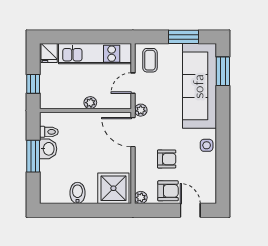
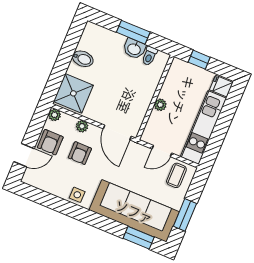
coffee table: (150, 60) -> (176, 175), turned 90
door: (133, 83) -> (162, 151), swing flipped
plant: (141, 110) -> (82, 126), moved
door: (133, 132) -> (117, 132), swing flipped

